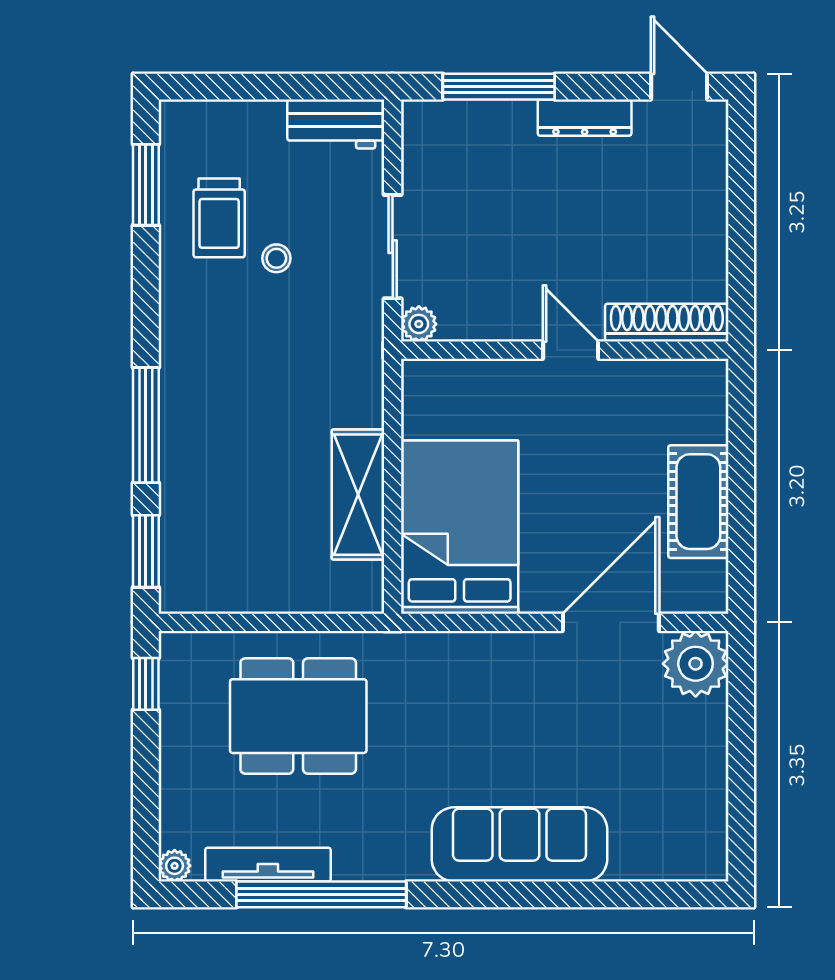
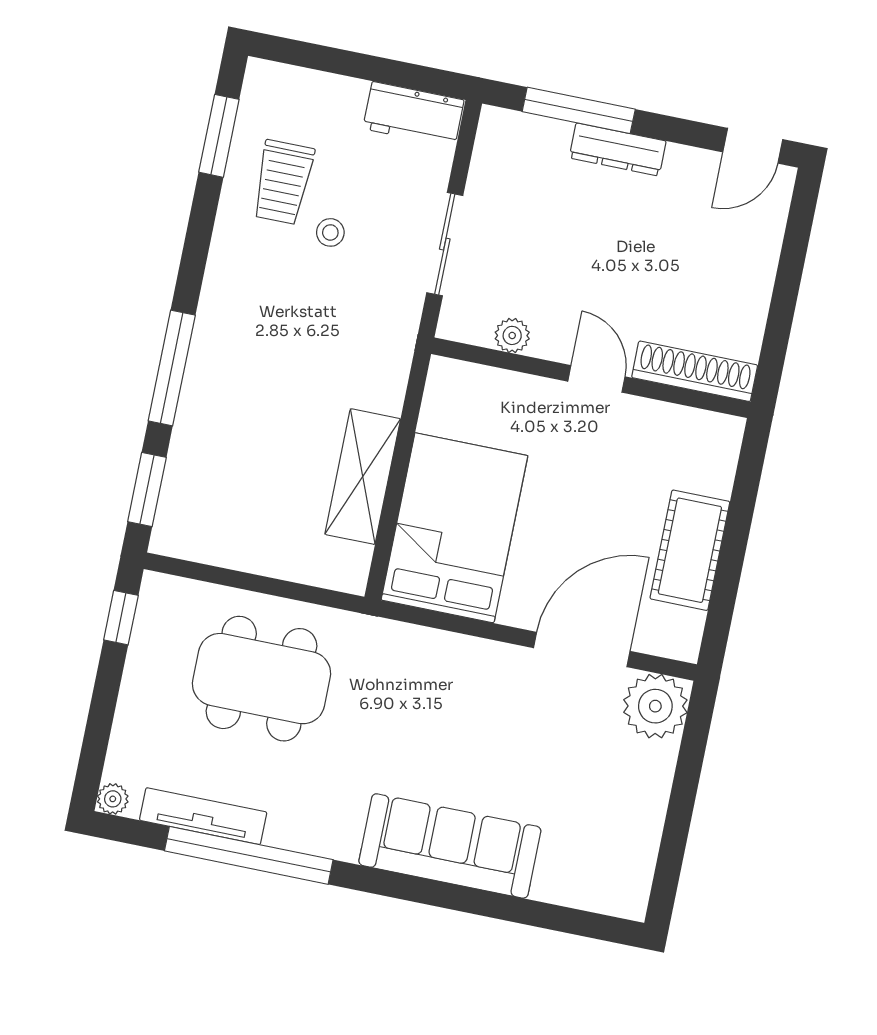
door: (679, 87) -> (753, 146), swing flipped
dresser: (585, 118) -> (618, 149), moved
plant: (419, 324) -> (512, 335), moved

